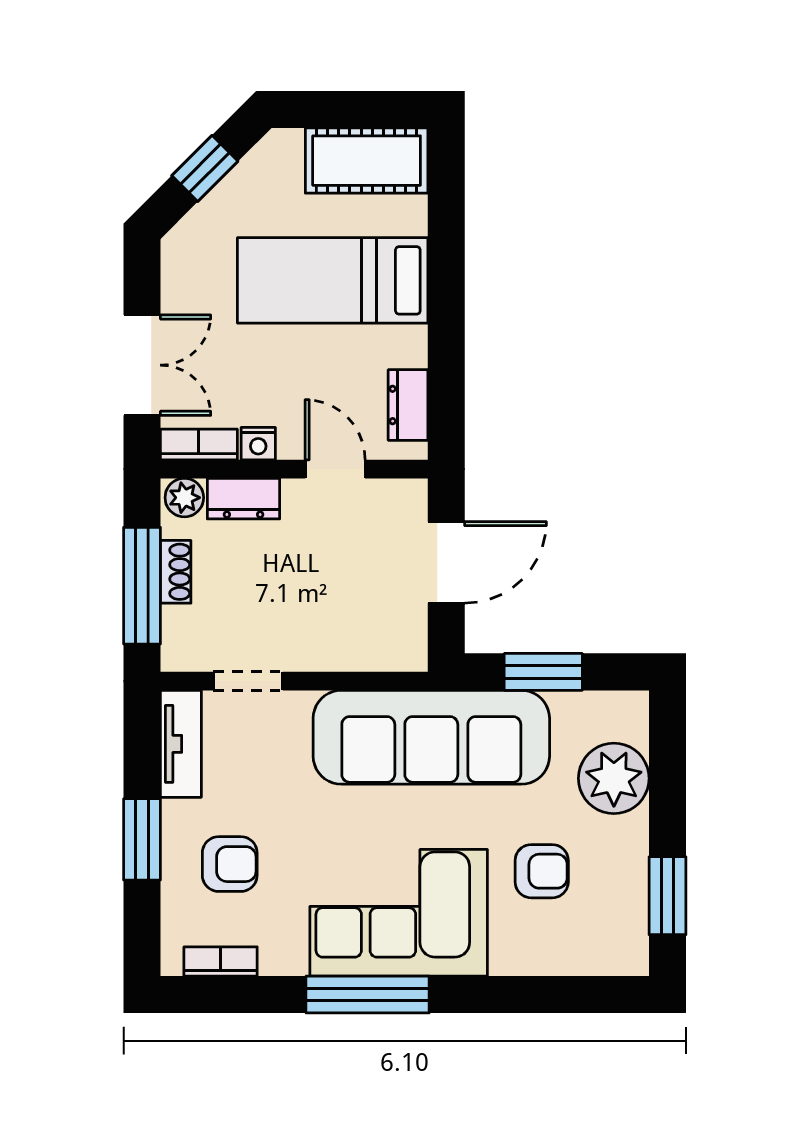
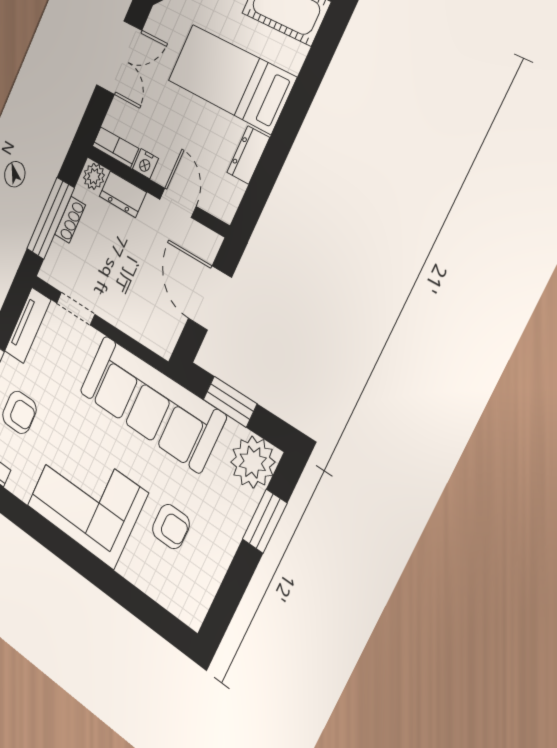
double door: (142, 365) -> (119, 58), moved
dresser: (408, 405) -> (248, 155), moved
door: (446, 562) -> (210, 298), swing flipped
plant: (614, 778) -> (253, 462), moved
window: (668, 896) -> (265, 521), moved
window: (368, 995) -> (50, 537), removed

